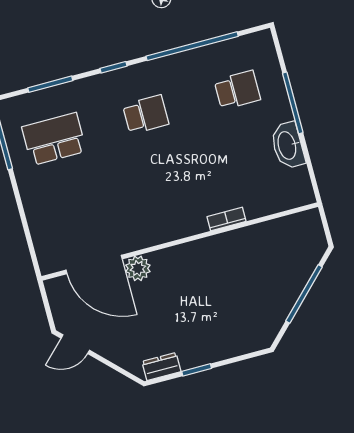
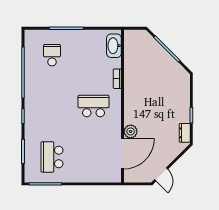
school desk: (146, 115) -> (94, 106), moved, width x1.85
washbasin: (288, 145) -> (114, 46), moved, turned 90

